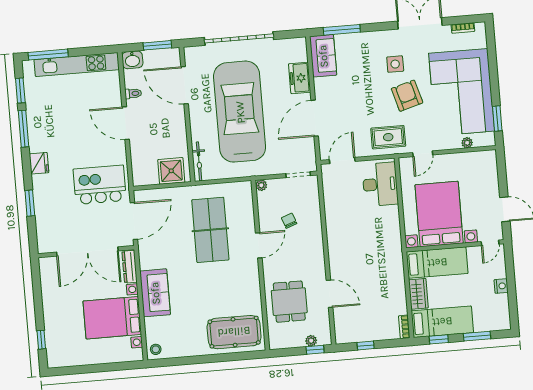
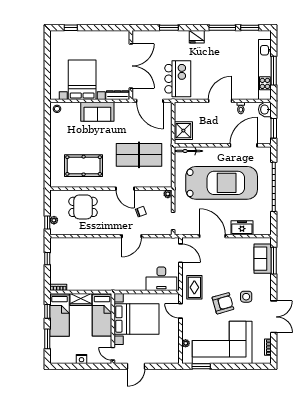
window: (48, 55) -> (274, 71), moved
sofa: (323, 56) -> (263, 259), moved, turned 90
double door: (87, 251) -> (131, 66), swing flipped
door: (329, 294) -> (132, 236), moved
pool table: (234, 332) -> (84, 166), moved, turned 90

